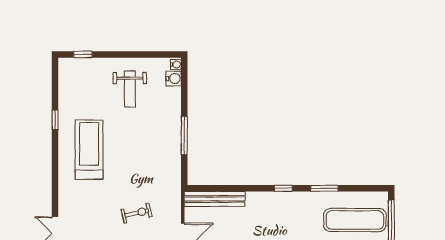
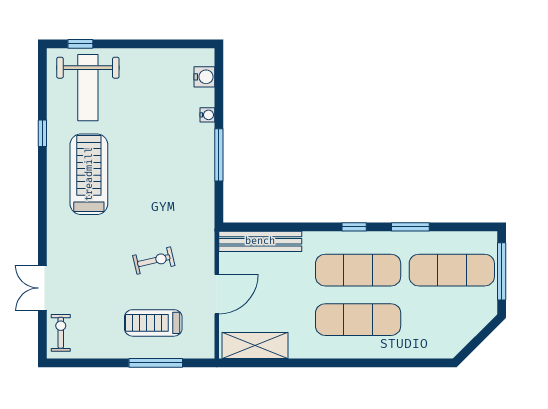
water cooler: (176, 64) -> (207, 115), moved
weight bench: (130, 89) -> (88, 88), moved, width x1.36, depth x1.33
exercise mat: (286, 220) -> (358, 270), added

